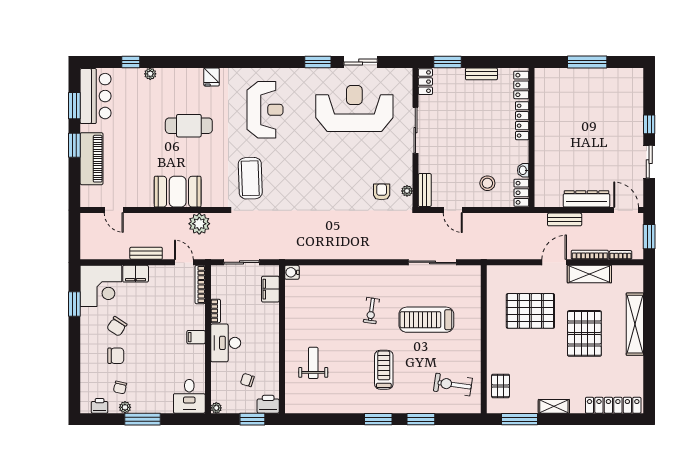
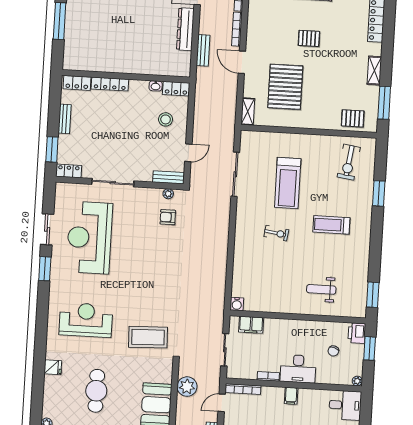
shelving: (589, 274) -> (248, 111), moved, width x0.67, depth x0.75
pallet: (584, 333) -> (309, 38), width x0.49, depth x0.50
window: (378, 419) -> (373, 295), moved

